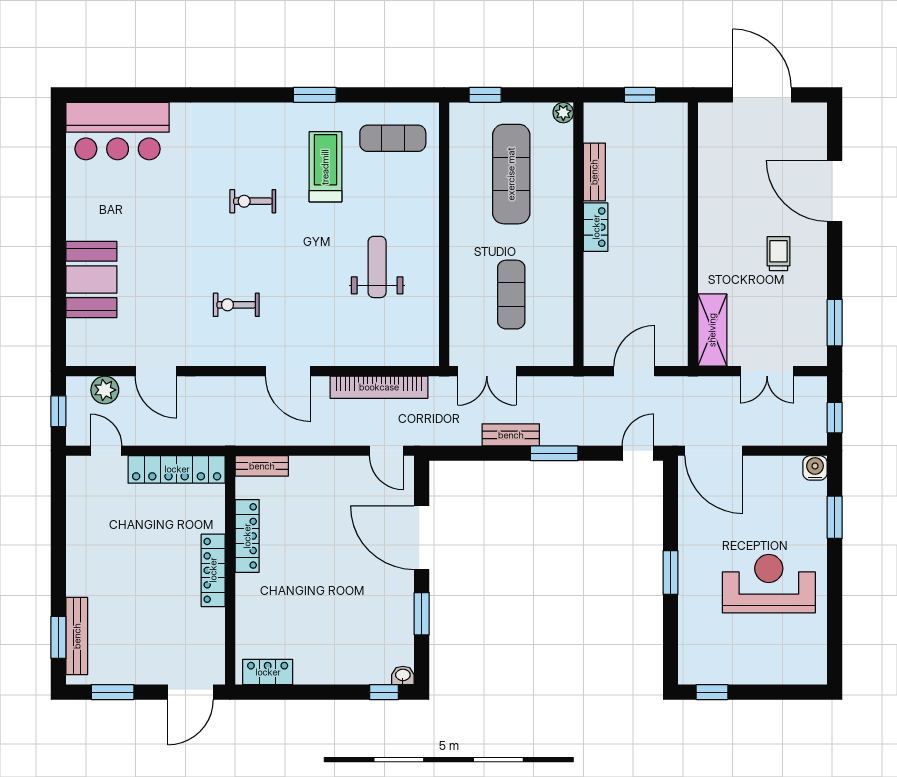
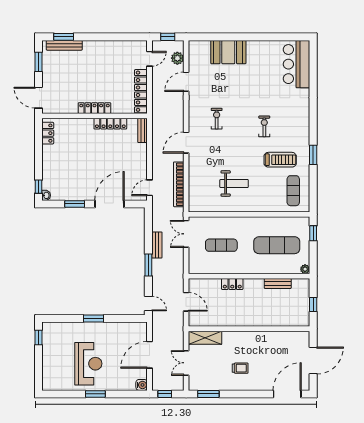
door: (835, 191) -> (287, 394), moved
locker: (596, 227) -> (232, 284), moved
door: (714, 451) -> (150, 355), moved
window: (835, 517) -> (95, 394), moved

